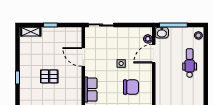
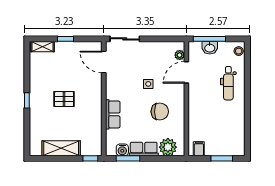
washbasin: (162, 33) -> (210, 48), moved
door: (83, 57) -> (104, 62), moved
dental chair: (190, 63) -> (228, 83), turned 180

